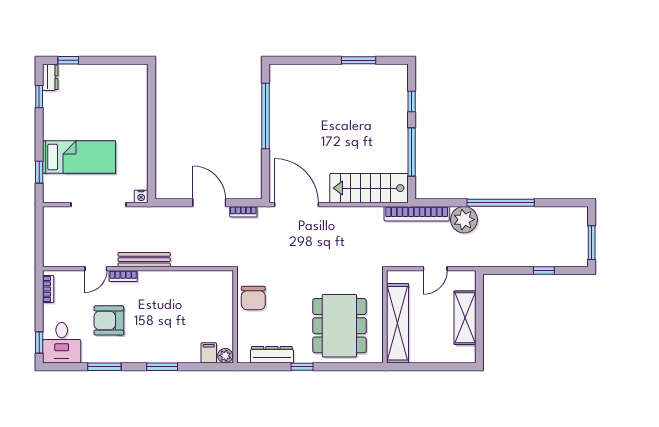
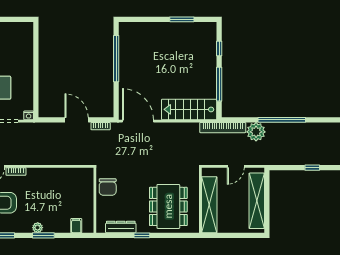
bench: (144, 260) -> (31, 160), removed
shelving: (465, 318) -> (257, 201), width x1.47
plant: (225, 356) -> (38, 228), moved

